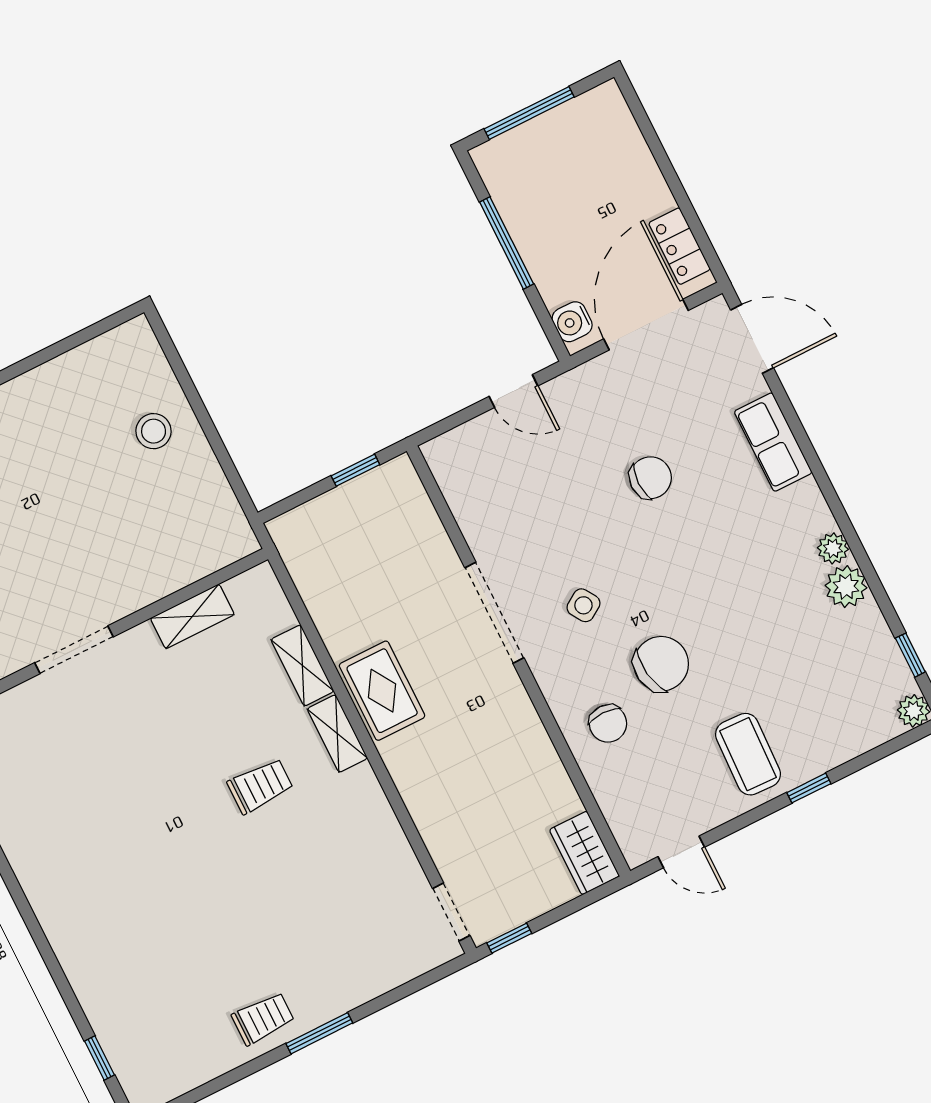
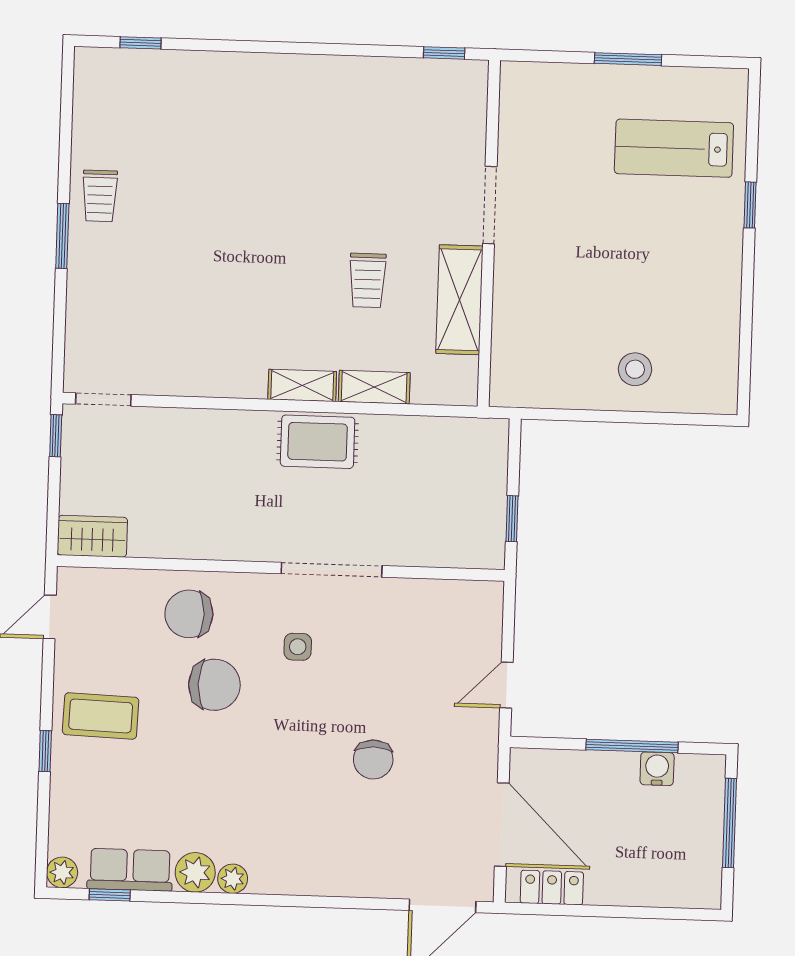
water cooler: (572, 322) -> (657, 769), moved
row of seats: (773, 442) -> (130, 870), moved
side table: (583, 605) -> (298, 647), turned 33
shelving: (192, 616) -> (459, 300), width x1.50, depth x1.33
chair: (661, 664) -> (214, 685), turned -81
chair: (608, 723) -> (189, 614), width x1.37, depth x1.37
trolley: (260, 786) -> (368, 280), moved

